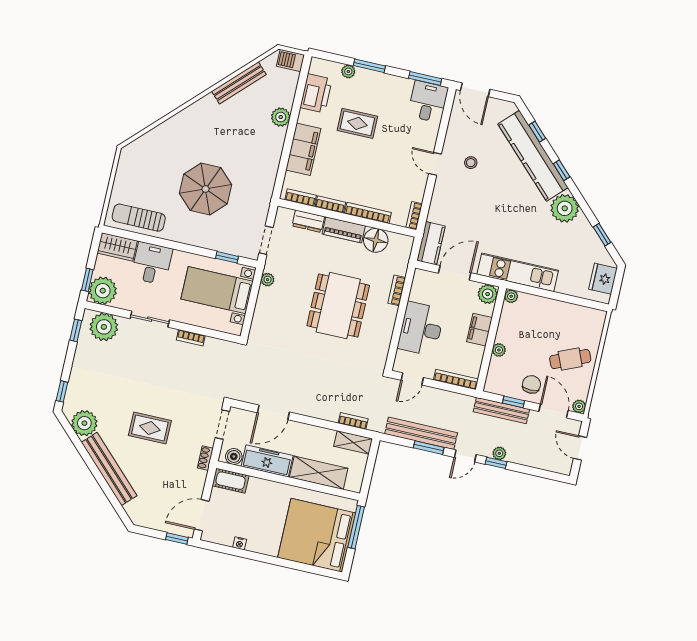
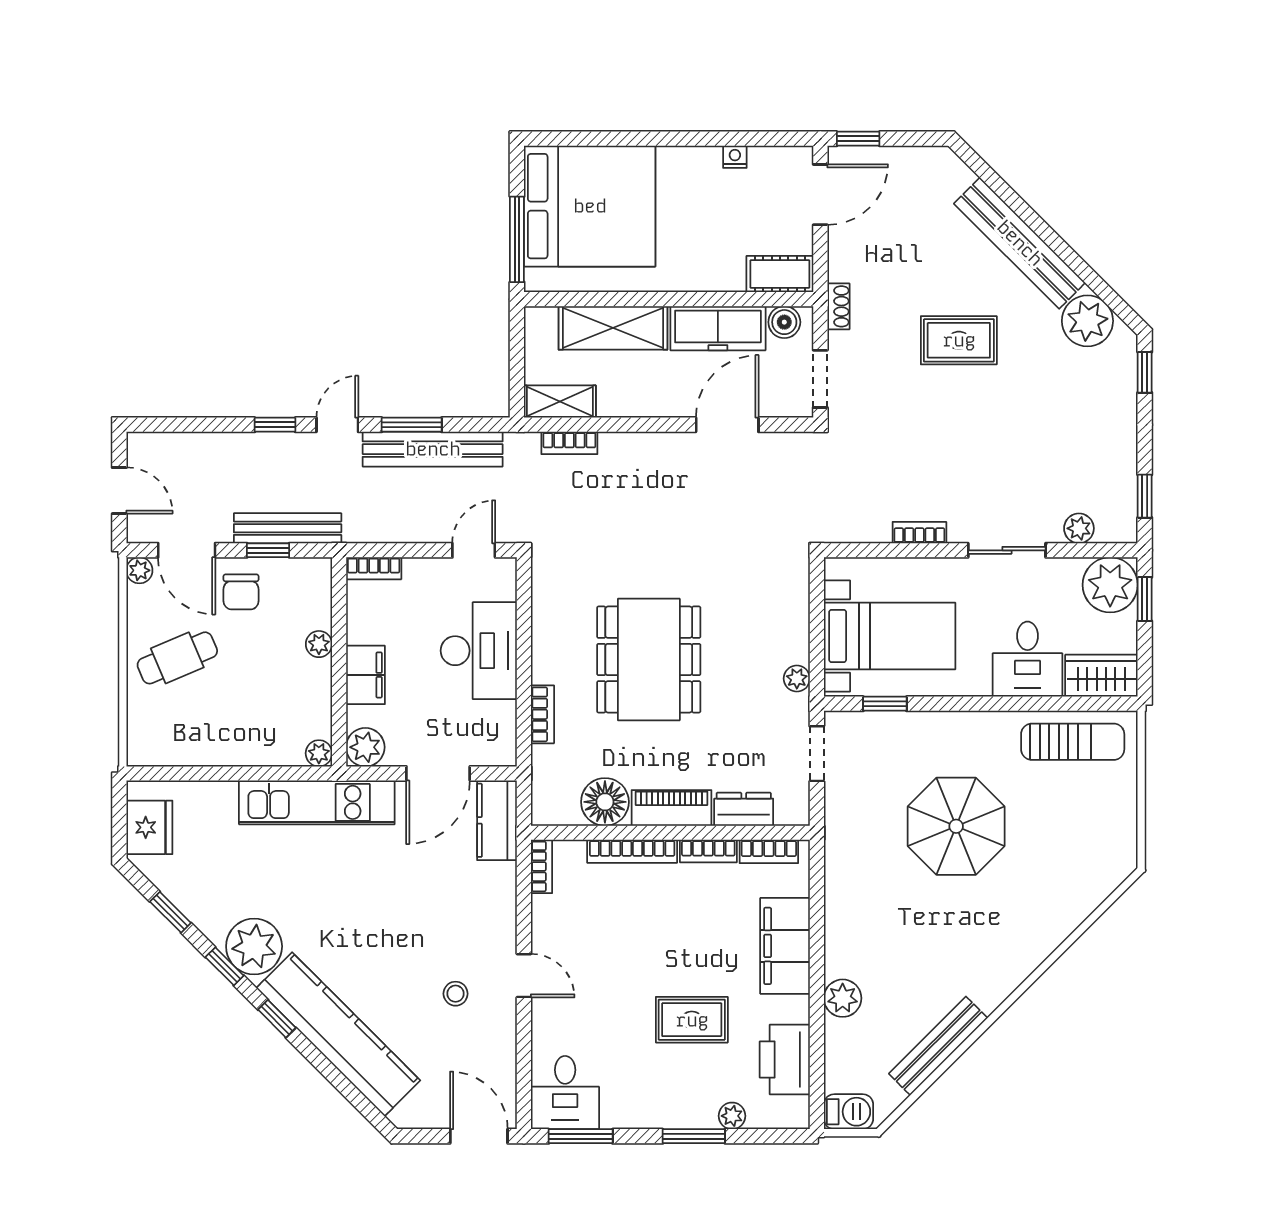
window: (537, 132) -> (225, 966), moved
plant: (104, 327) -> (1079, 528), width x0.53, depth x0.53
bookcase: (456, 379) -> (374, 568), width x0.64
plant: (499, 453) -> (273, 445), removed

